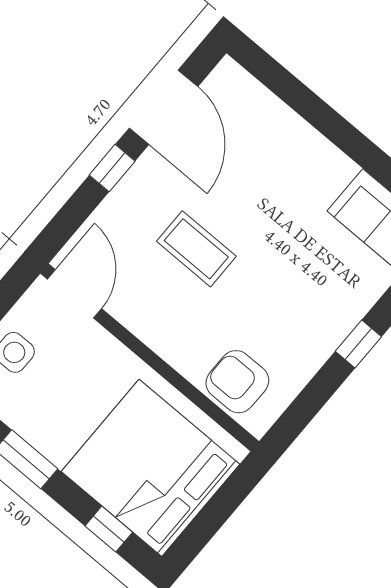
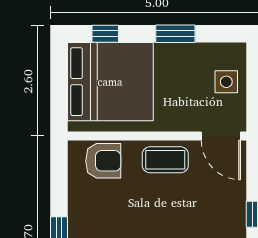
coffee table: (196, 249) -> (165, 160), moved

